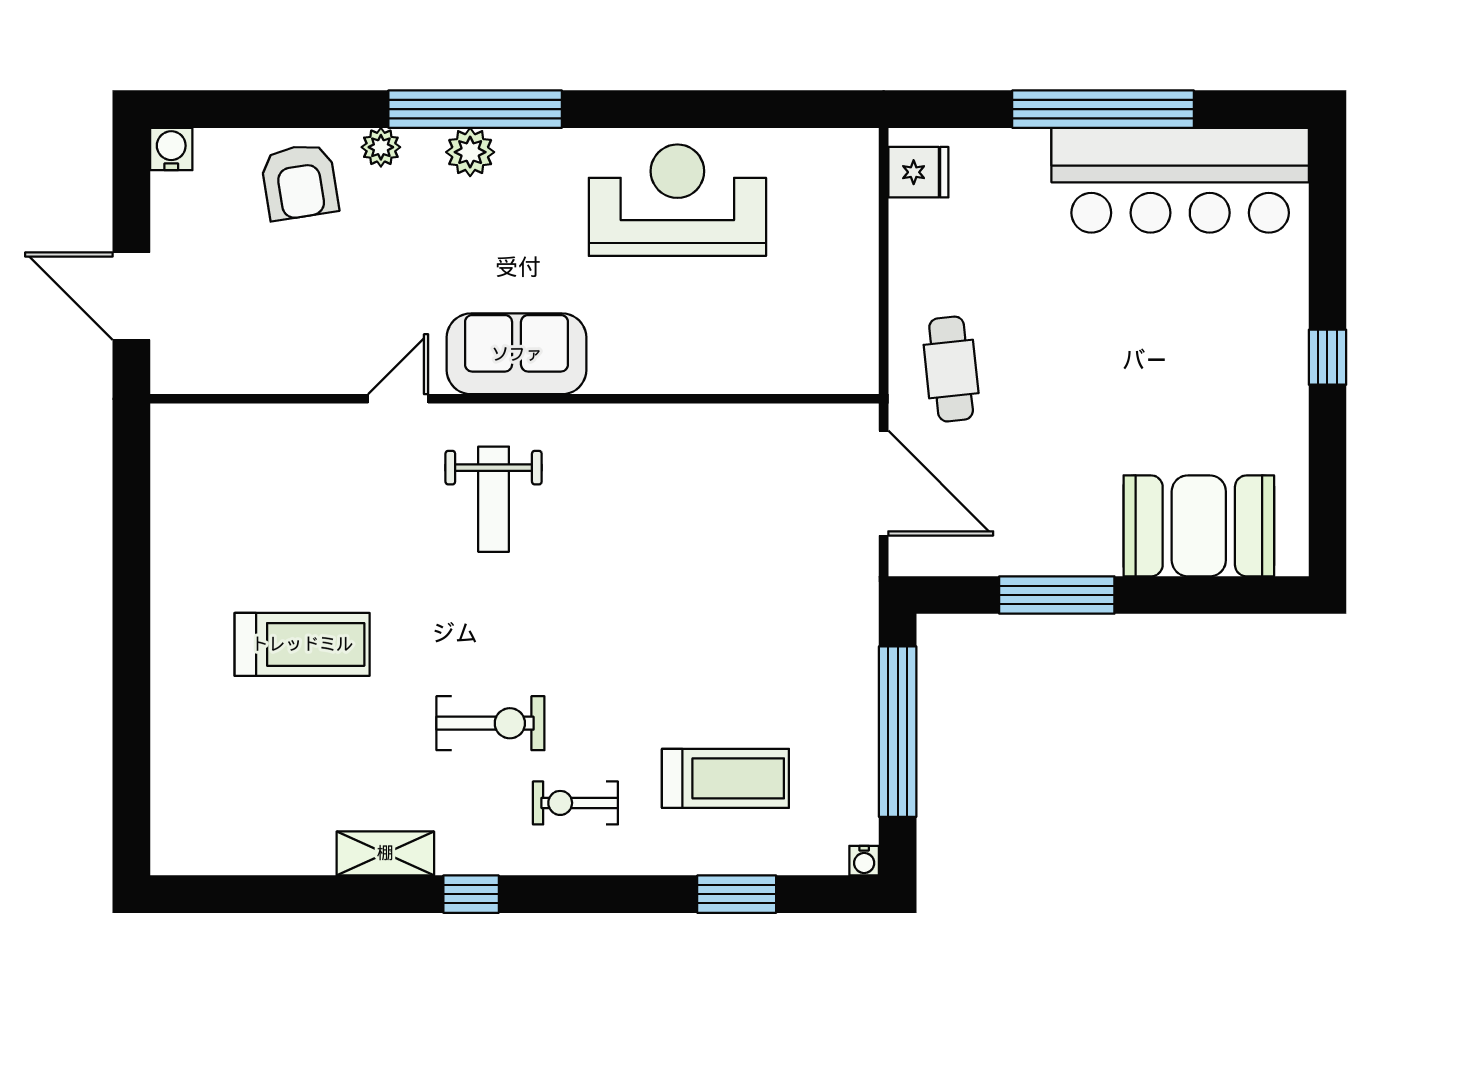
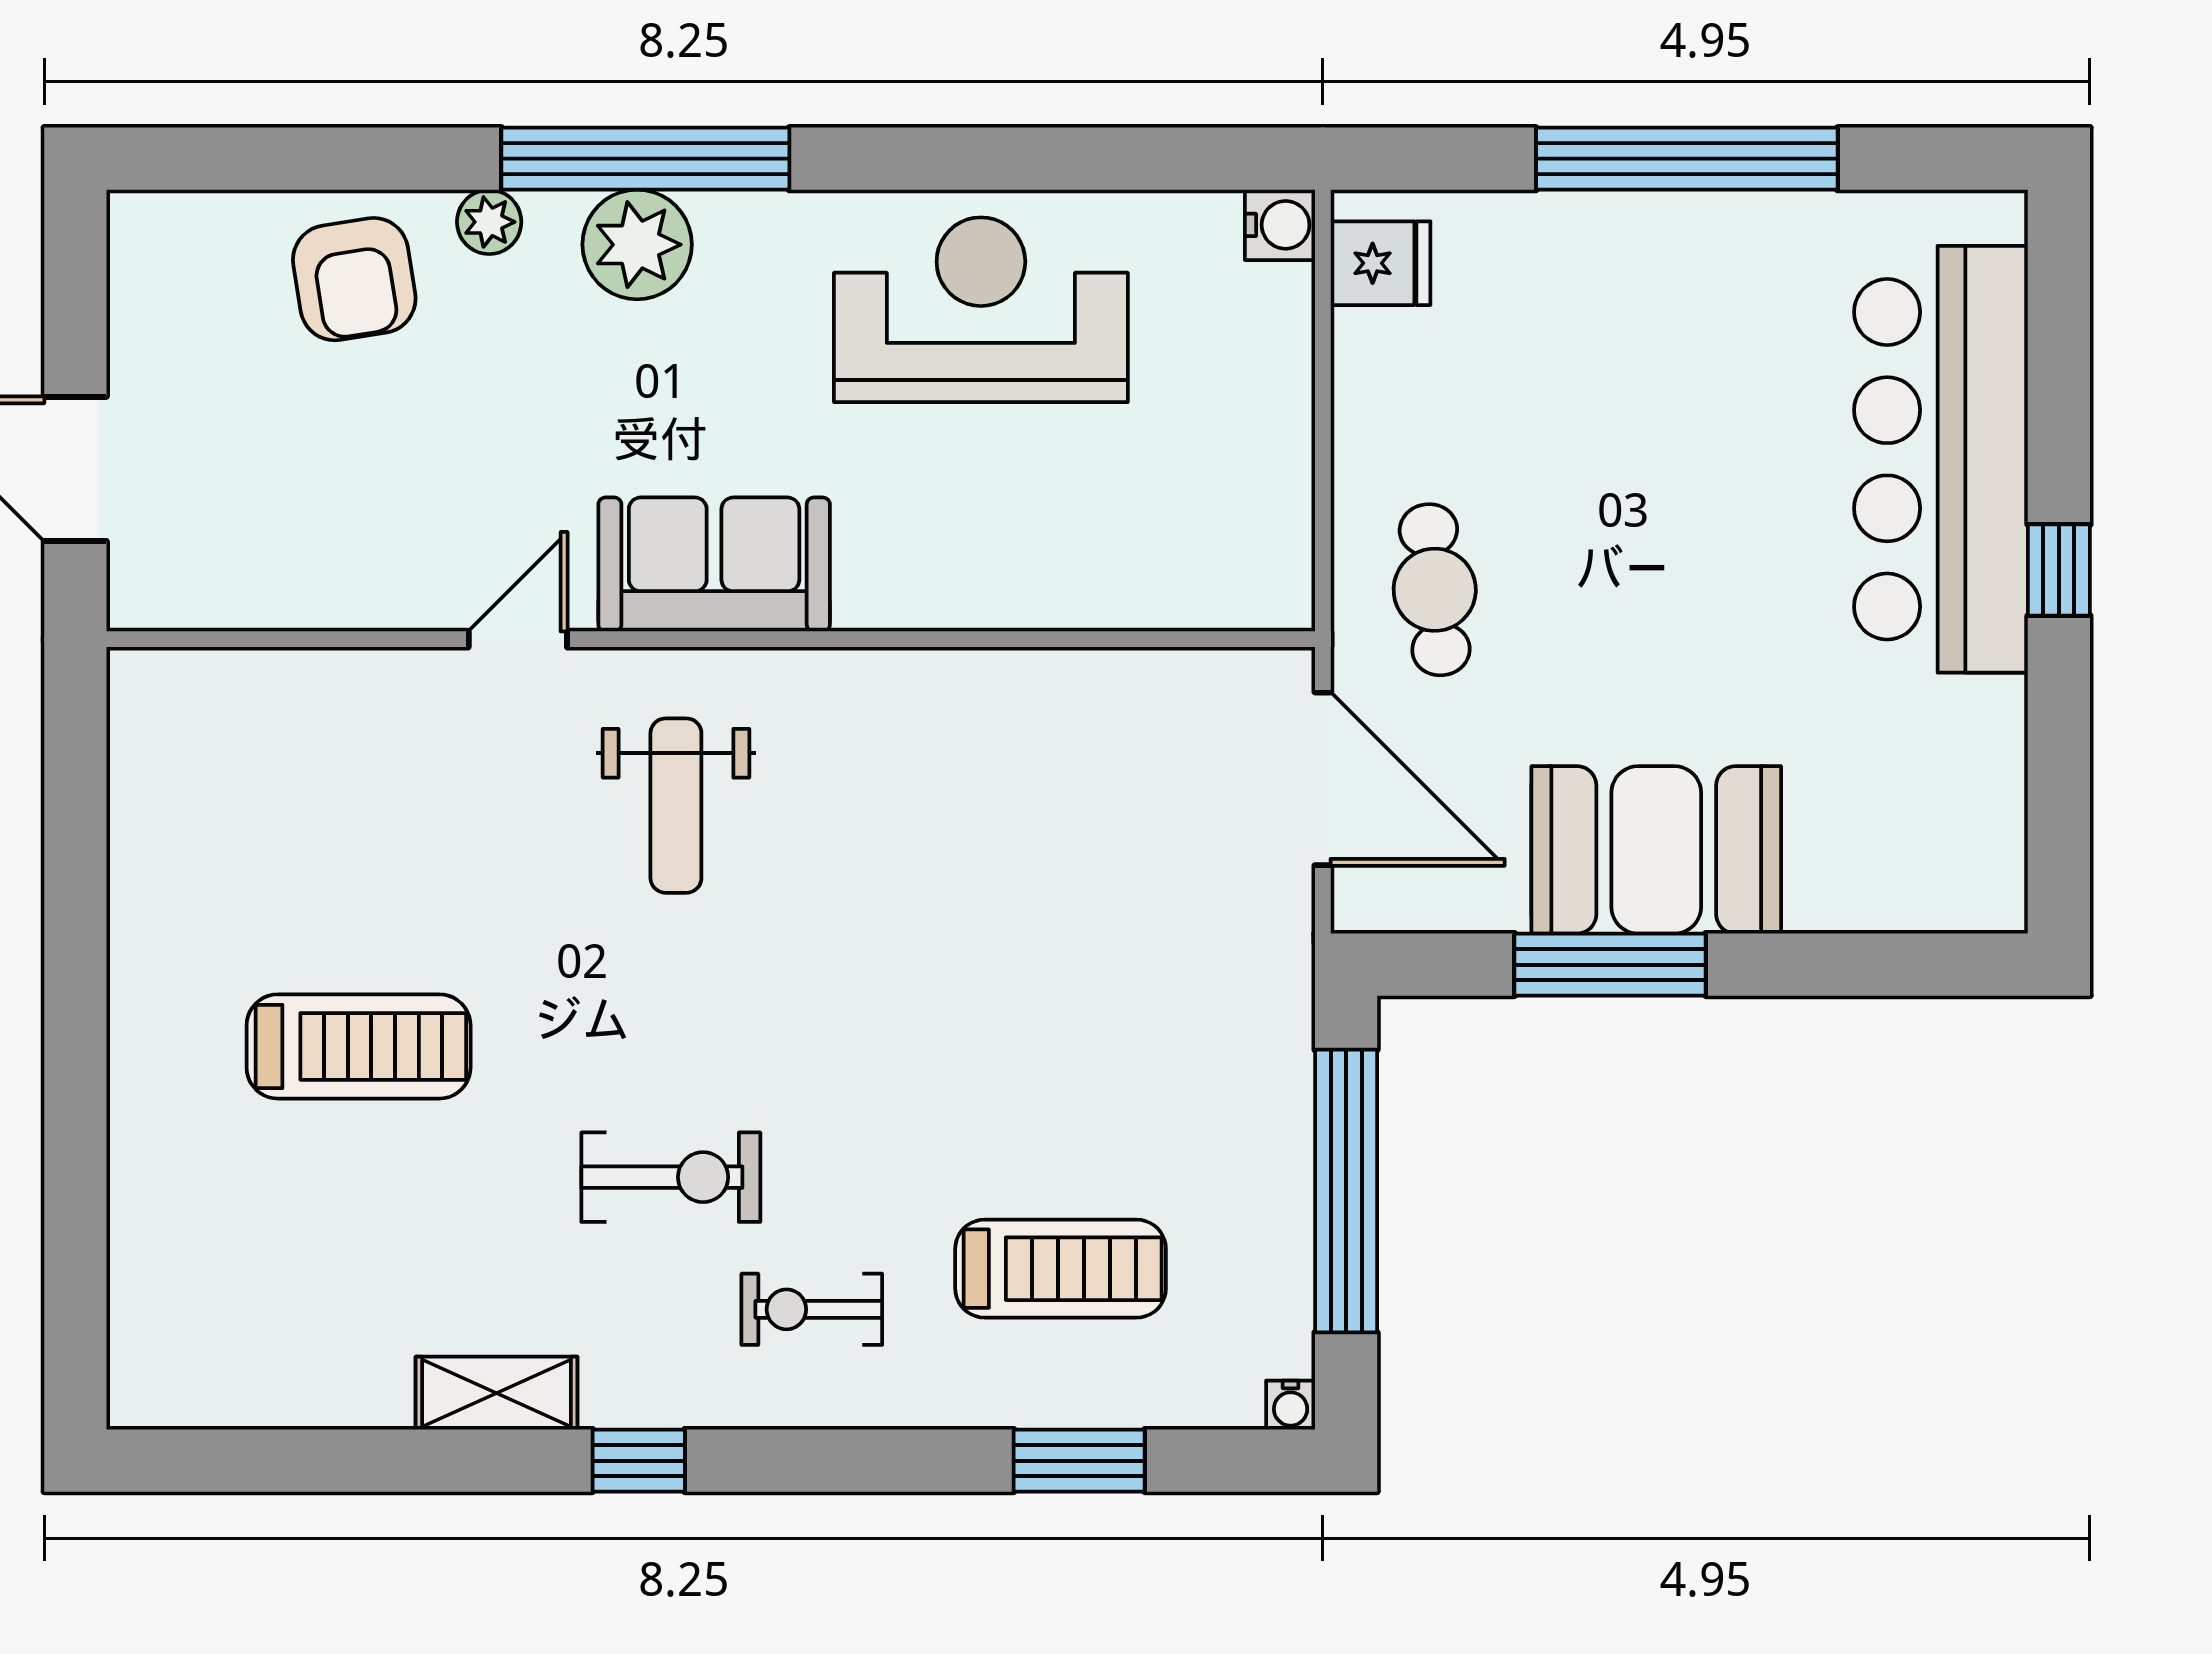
water cooler: (171, 149) -> (1280, 225), moved, turned 90
plant: (470, 152) -> (637, 245), width x1.36, depth x1.36
bar counter: (1180, 180) -> (1941, 459), moved, turned 90
booth: (1199, 526) -> (1656, 850), moved

